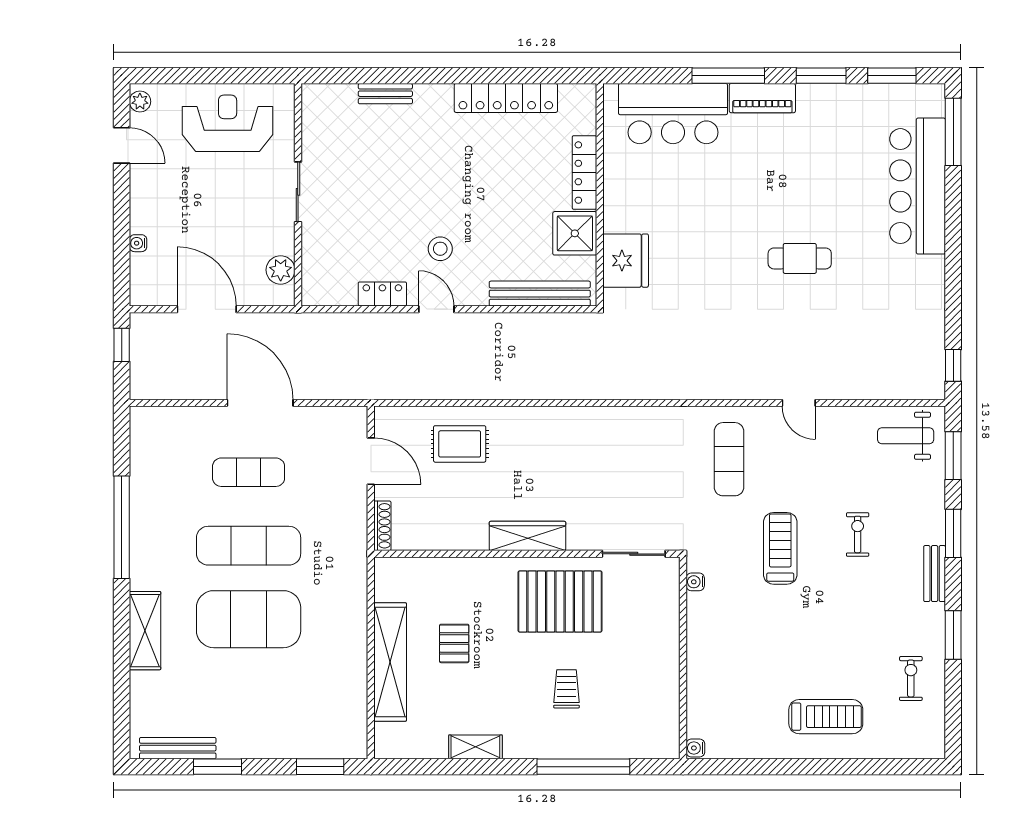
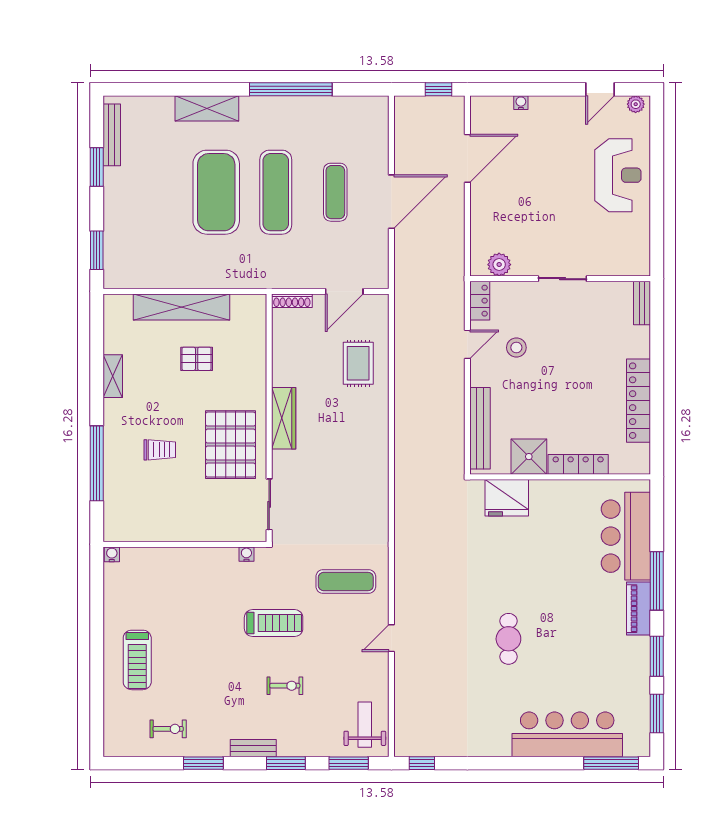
sliding door: (298, 192) -> (562, 279), moved
wall: (298, 195) -> (560, 279), moved
plant: (281, 270) -> (499, 265), moved

